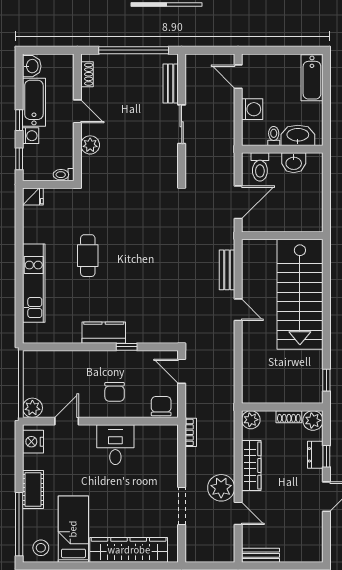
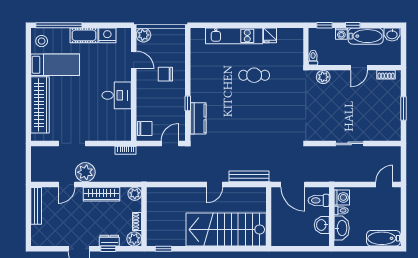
window: (134, 50) -> (404, 109), width x0.47
bench: (171, 83) -> (379, 135), removed
washing machine: (252, 109) -> (342, 197), moved, turned -90
plant: (90, 145) -> (323, 77), moved
fridge: (33, 197) -> (270, 35), moved
bench: (227, 270) -> (249, 176), width x1.36
kitchen counter: (104, 333) -> (198, 118), moved
chair: (115, 392) -> (165, 74), moved
nightstand: (33, 442) -> (107, 35), moved
bench: (261, 555) -> (36, 206), width x1.36

